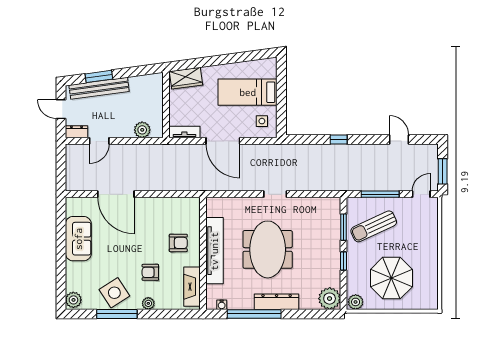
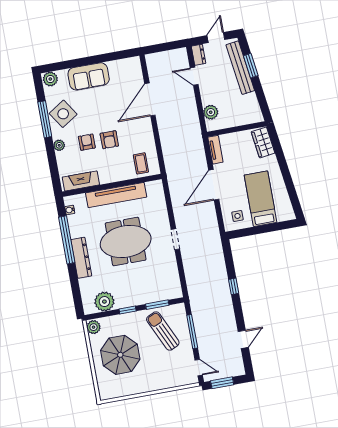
coffee table: (185, 217) -> (141, 163), added
sofa: (78, 239) -> (89, 76), moved
armchair: (178, 243) -> (109, 140), moved
plant: (330, 299) -> (104, 302), moved

